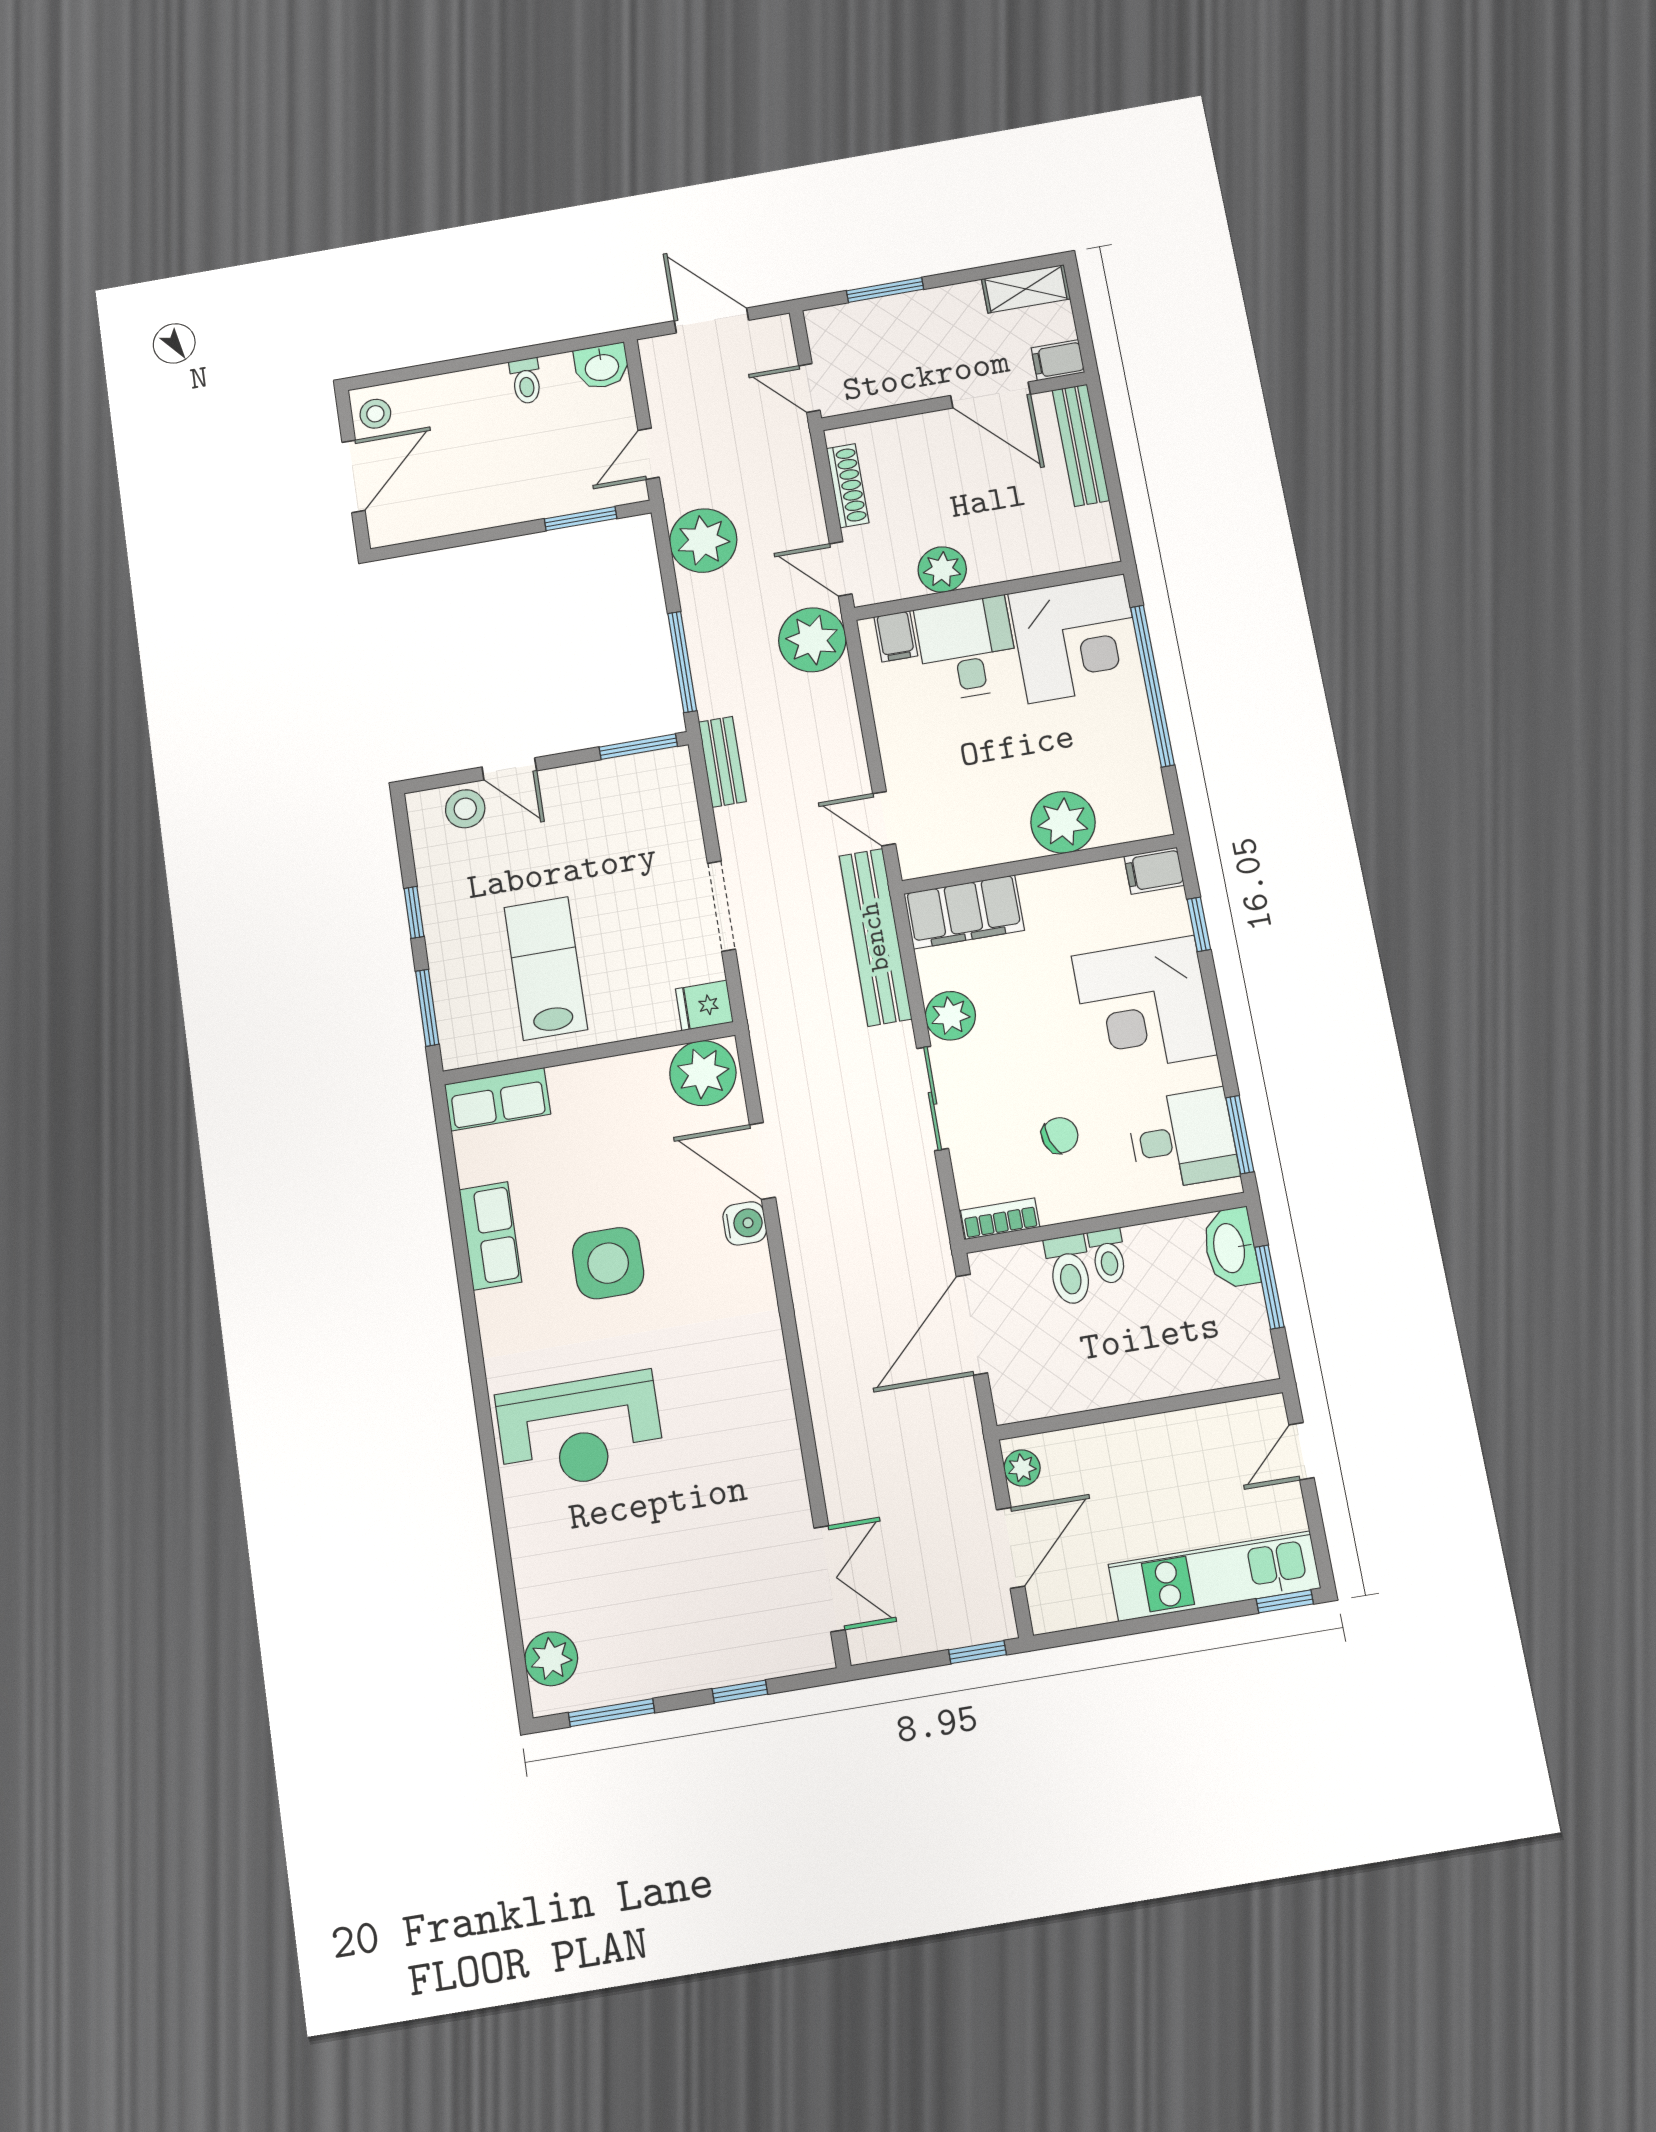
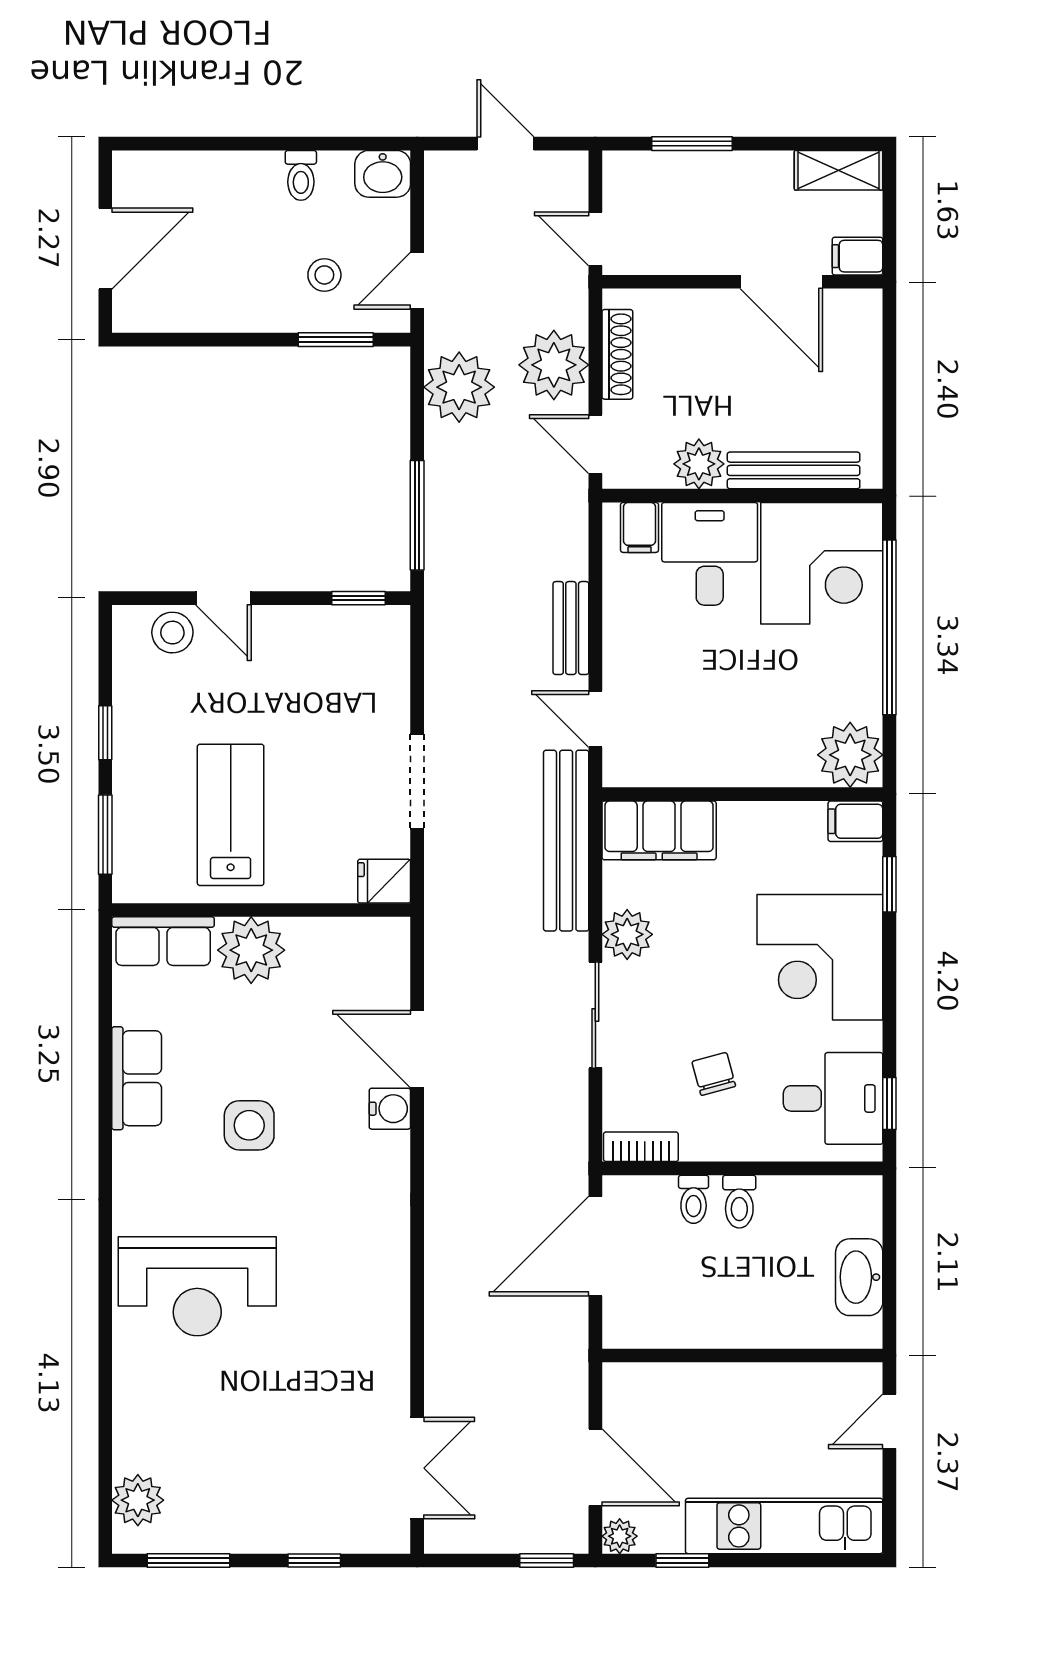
door: (711, 320) -> (505, 144), width x0.73
stool: (375, 414) -> (324, 275), moved
bench: (1081, 445) -> (794, 470), moved, turned 90
plant: (812, 640) -> (554, 365), moved
window: (638, 747) -> (359, 598), width x0.67
bench: (722, 762) -> (571, 628), moved
plant: (1063, 822) -> (850, 755), moved
plant: (703, 1073) -> (251, 950), moved
chair: (1060, 1135) -> (714, 1074), turned -86
window: (1240, 1135) -> (889, 1103), width x0.67
washbasin: (1230, 1248) -> (859, 1277), moved
side table: (608, 1263) -> (249, 1125), width x0.73, depth x0.73
toilet: (1069, 1270) -> (694, 1199), width x0.73, depth x0.72
window: (1269, 1287) -> (889, 1258), removed
plant: (1022, 1468) -> (620, 1536), moved
door: (1011, 1548) -> (595, 1467), hinge flipped
window: (1285, 1601) -> (682, 1560), moved

